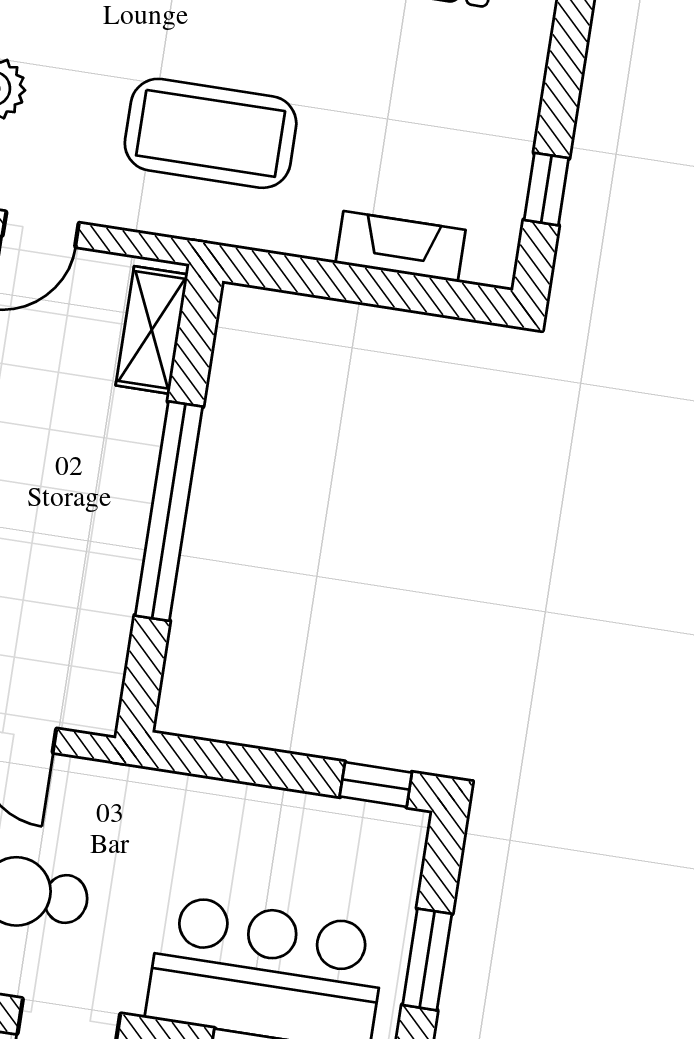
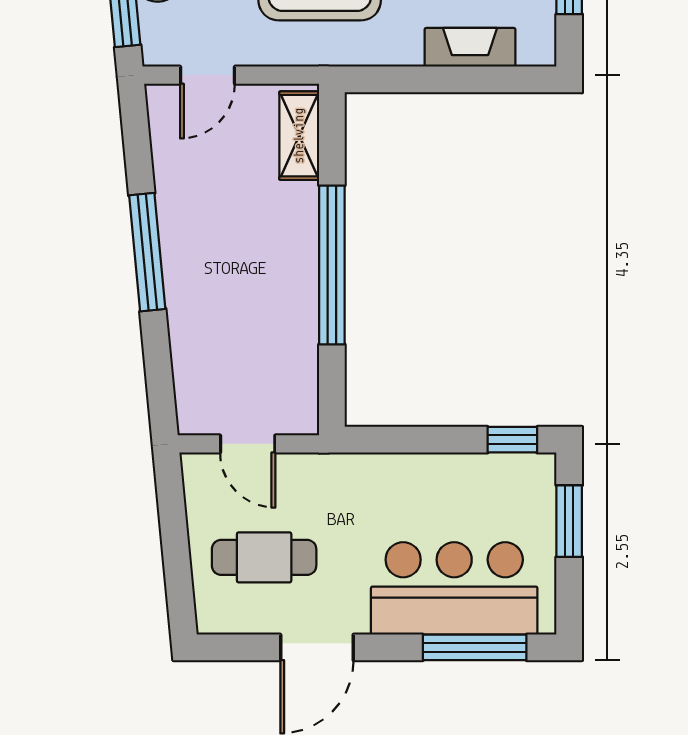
window: (427, 959) -> (569, 521), moved

